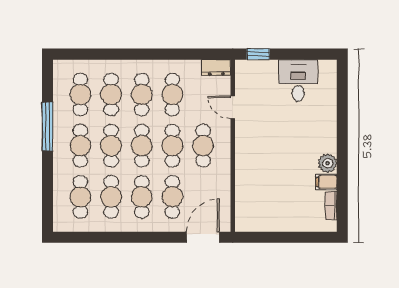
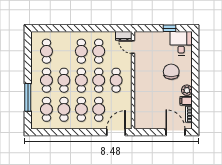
window: (258, 54) -> (169, 28), moved
desk: (298, 80) -> (181, 43), moved
cafe table: (111, 95) -> (64, 51), removed
door: (233, 107) -> (133, 47), moved
window: (47, 127) -> (28, 97), moved
chair: (300, 131) -> (171, 72), added
door: (307, 237) -> (175, 132), added

